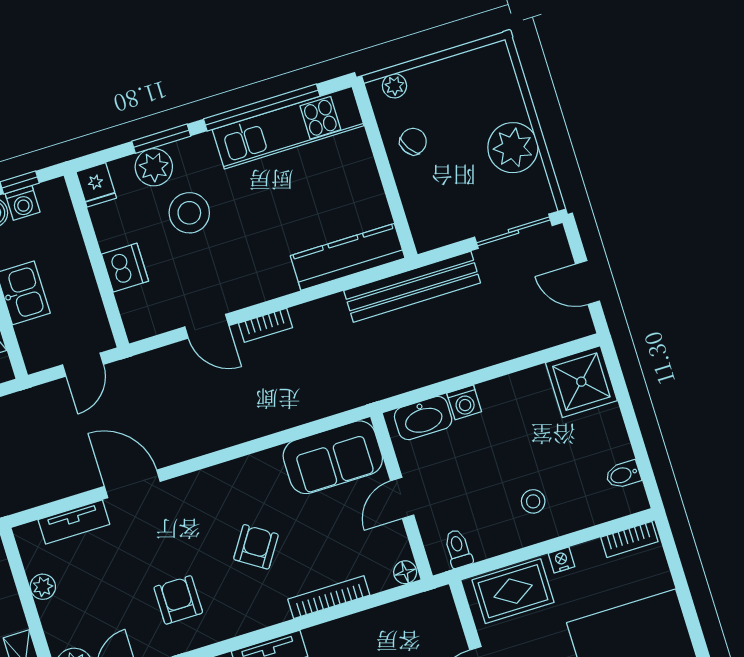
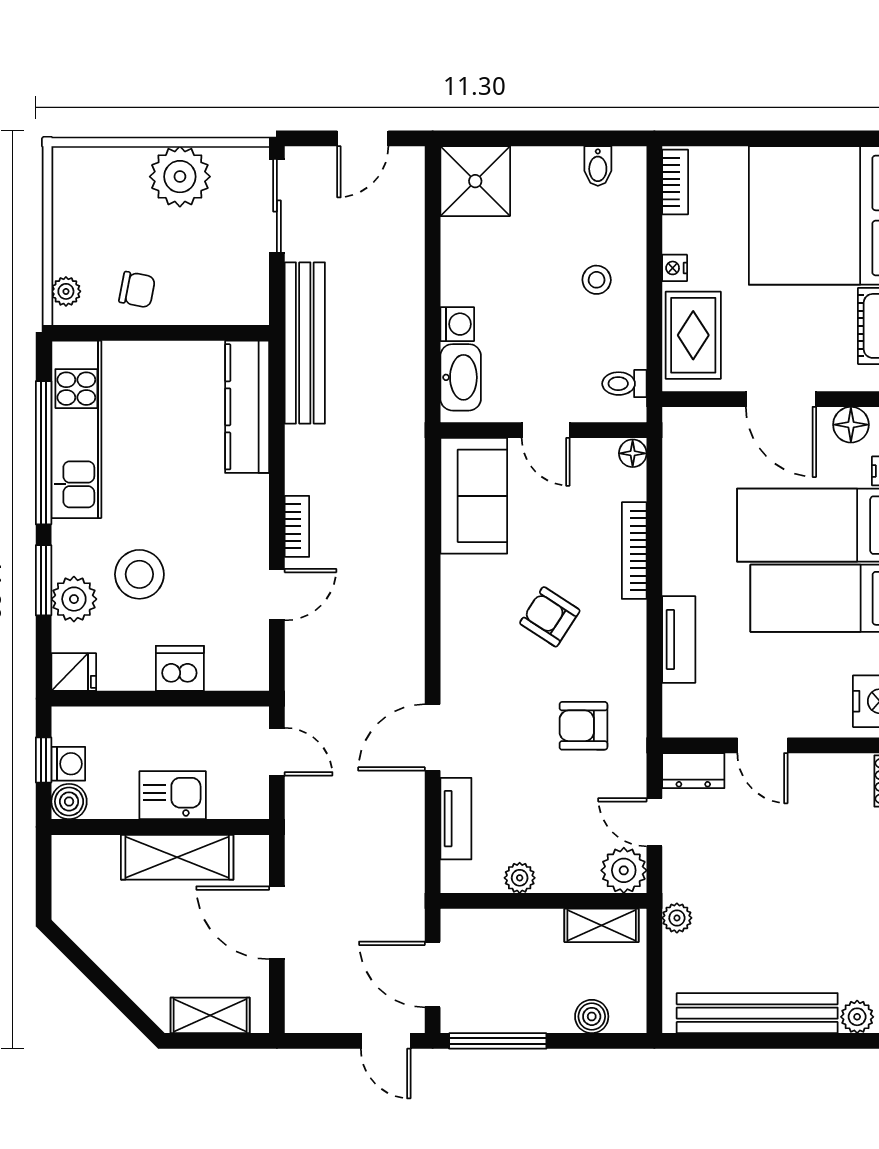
chair: (413, 141) -> (137, 290), turned 134

